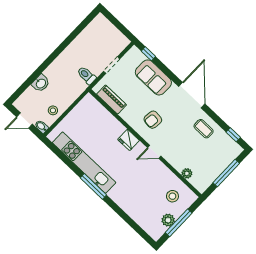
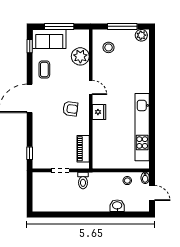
sofa: (153, 77) -> (49, 39), moved, turned 90
plant: (187, 173) -> (80, 56), width x1.87, depth x1.87
window: (93, 186) -> (152, 106), removed
plant: (168, 220) -> (141, 35), moved

